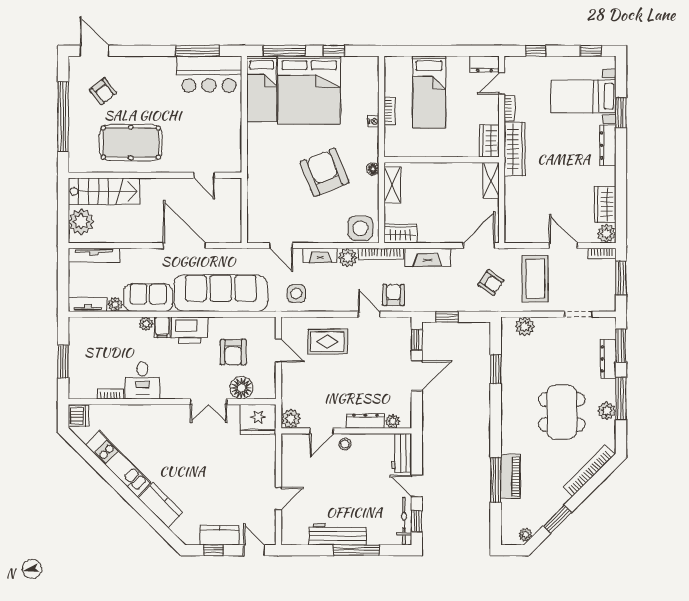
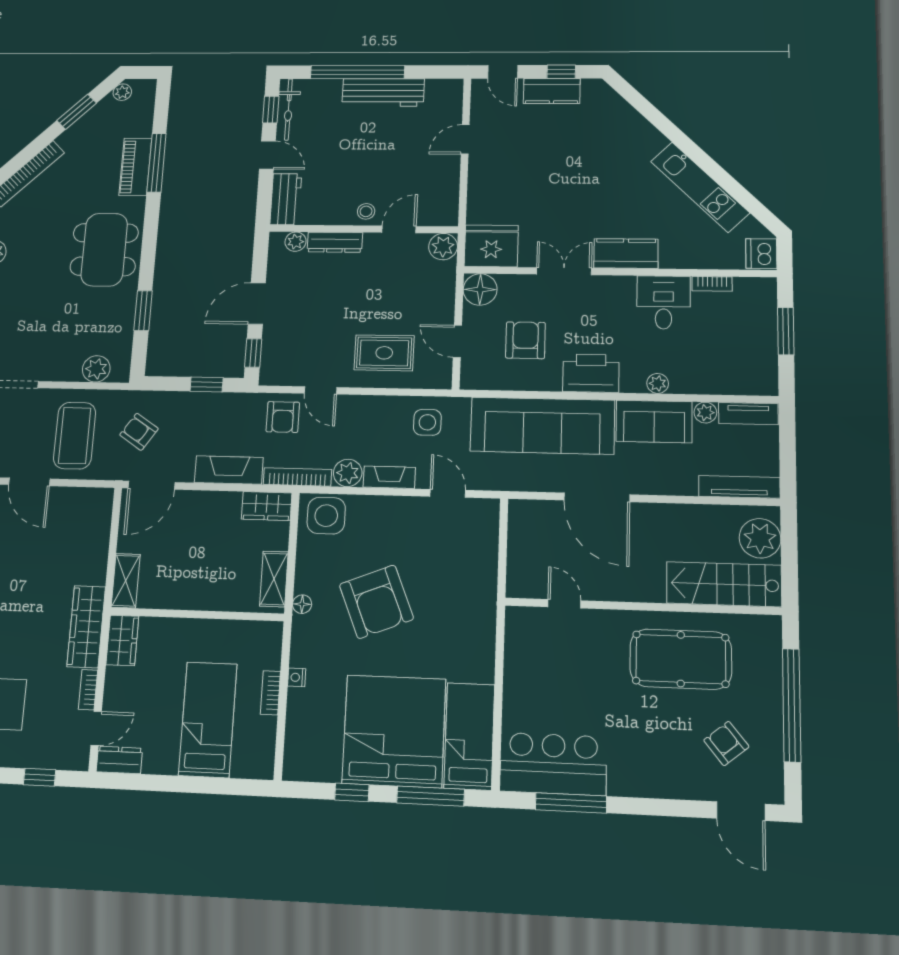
filing cabinet: (162, 327) -> (633, 378), removed
floor lamp: (241, 388) -> (480, 290), moved
dining table: (562, 412) -> (104, 250), moved
kitchen counter: (160, 505) -> (626, 254), moved, turned 135
window: (356, 550) -> (357, 72), width x1.46

